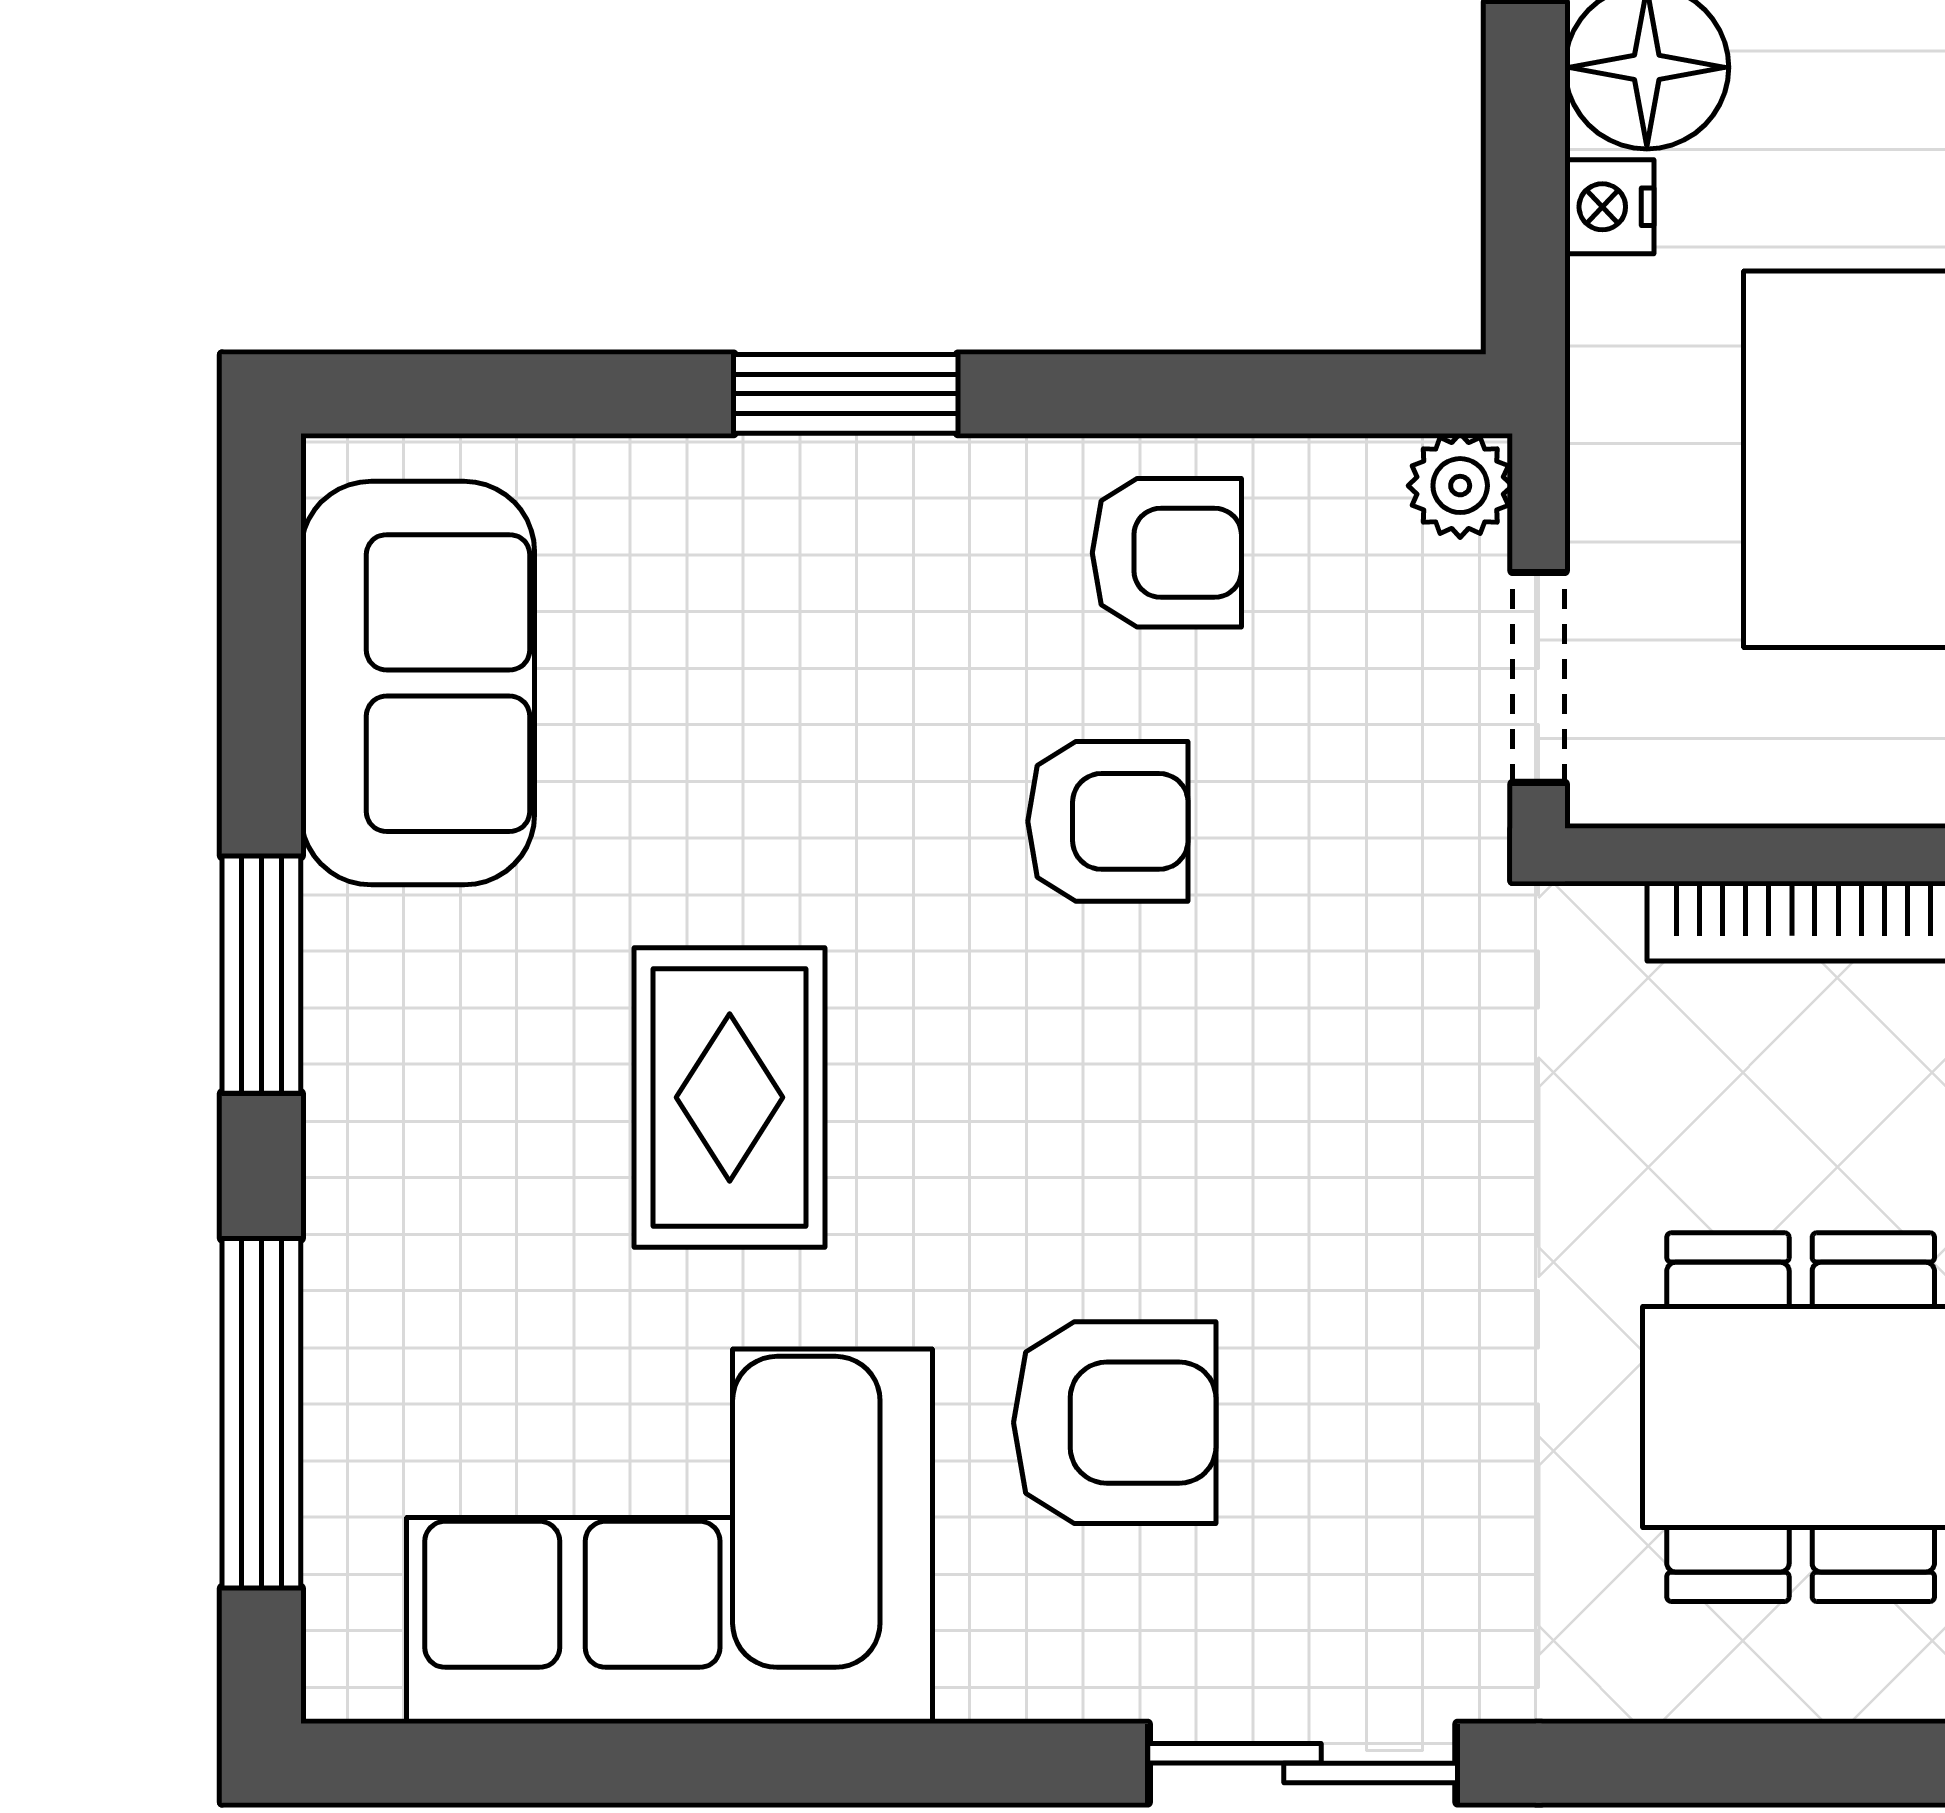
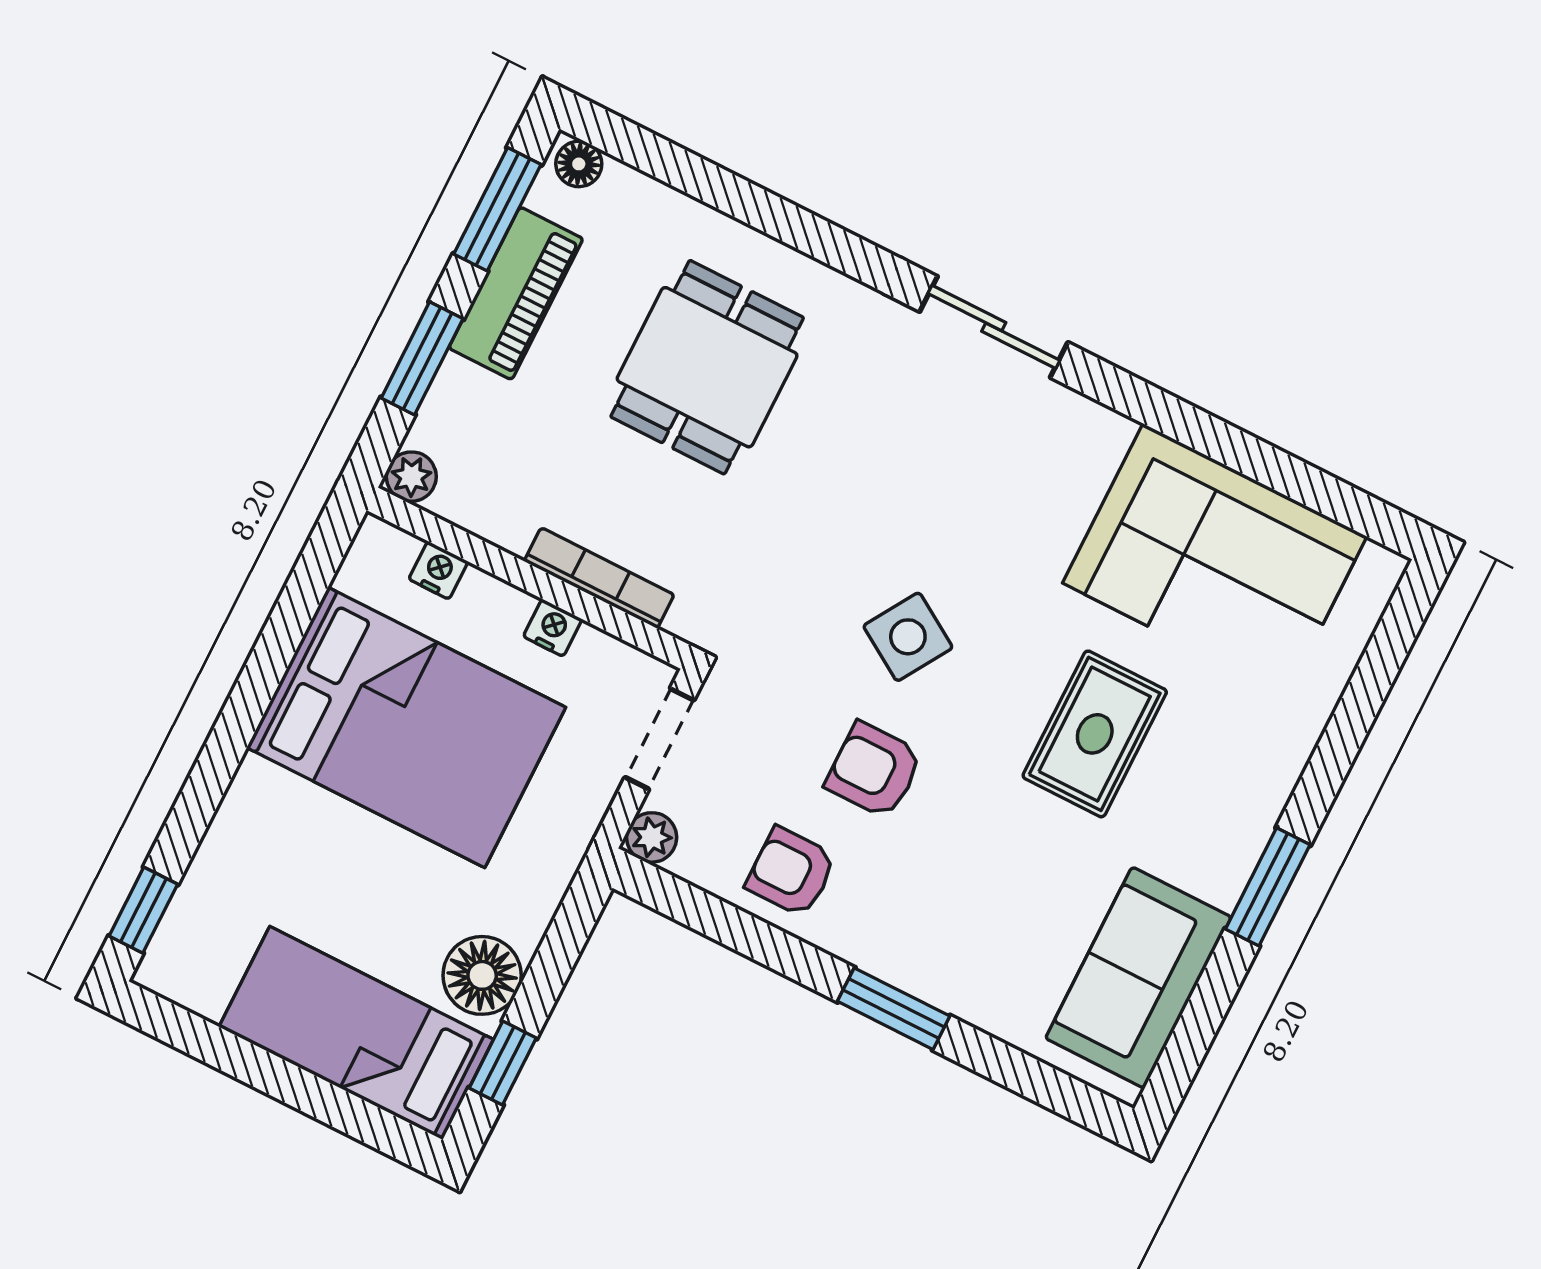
nightstand: (1609, 207) -> (553, 628), moved, turned -90
side table: (1170, 1103) -> (908, 637), added
window: (261, 1413) -> (1362, 700), removed
armchair: (1115, 1423) -> (1001, 512), removed

